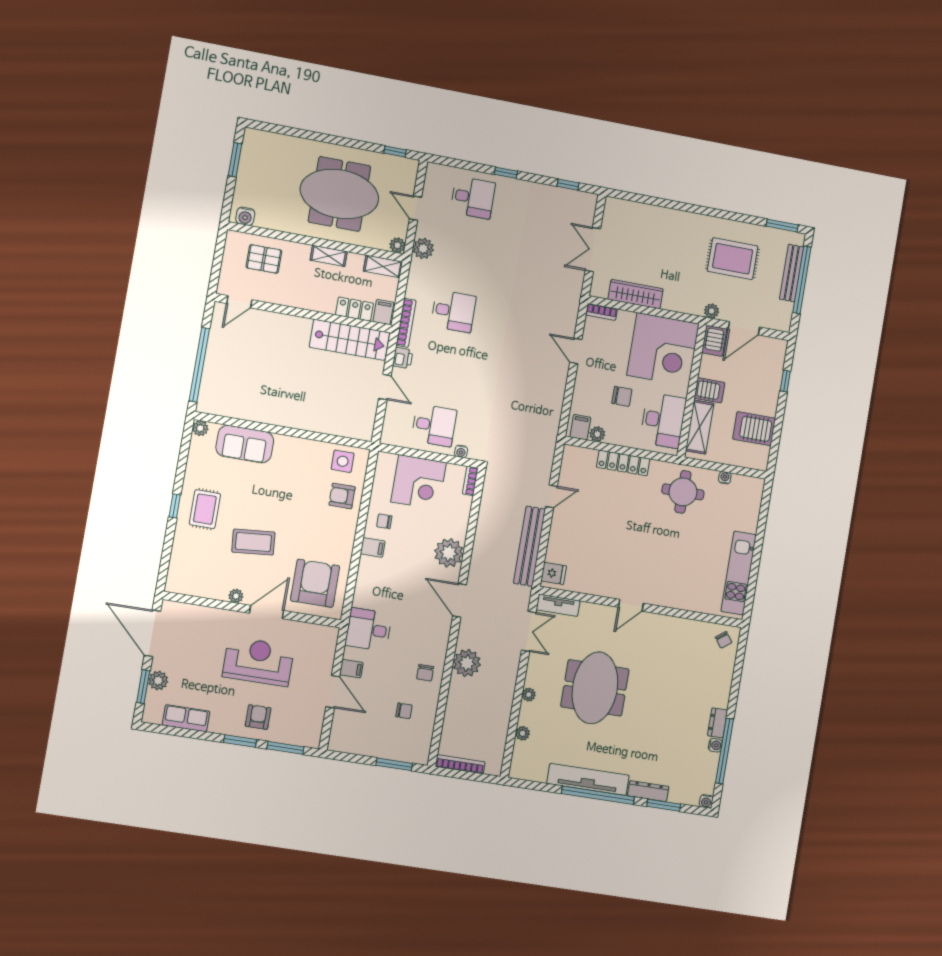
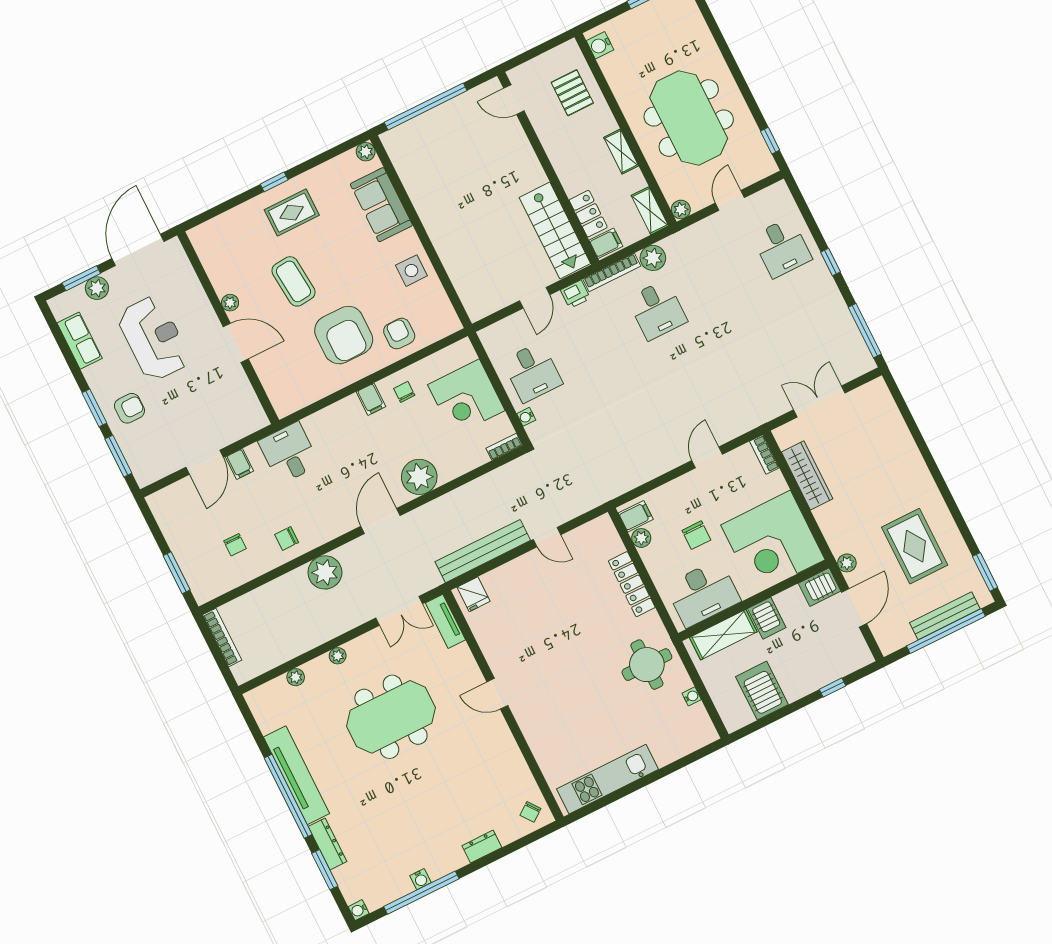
window: (568, 185) -> (865, 331), width x2.17
plant: (423, 248) -> (653, 258), moved
door: (744, 328) -> (854, 608), swing flipped
side table: (343, 461) -> (411, 271), moved
armchair: (315, 583) -> (344, 335), moved, turned 90
reception desk: (258, 662) -> (154, 338), moved
dresser: (718, 723) -> (482, 847), moved

